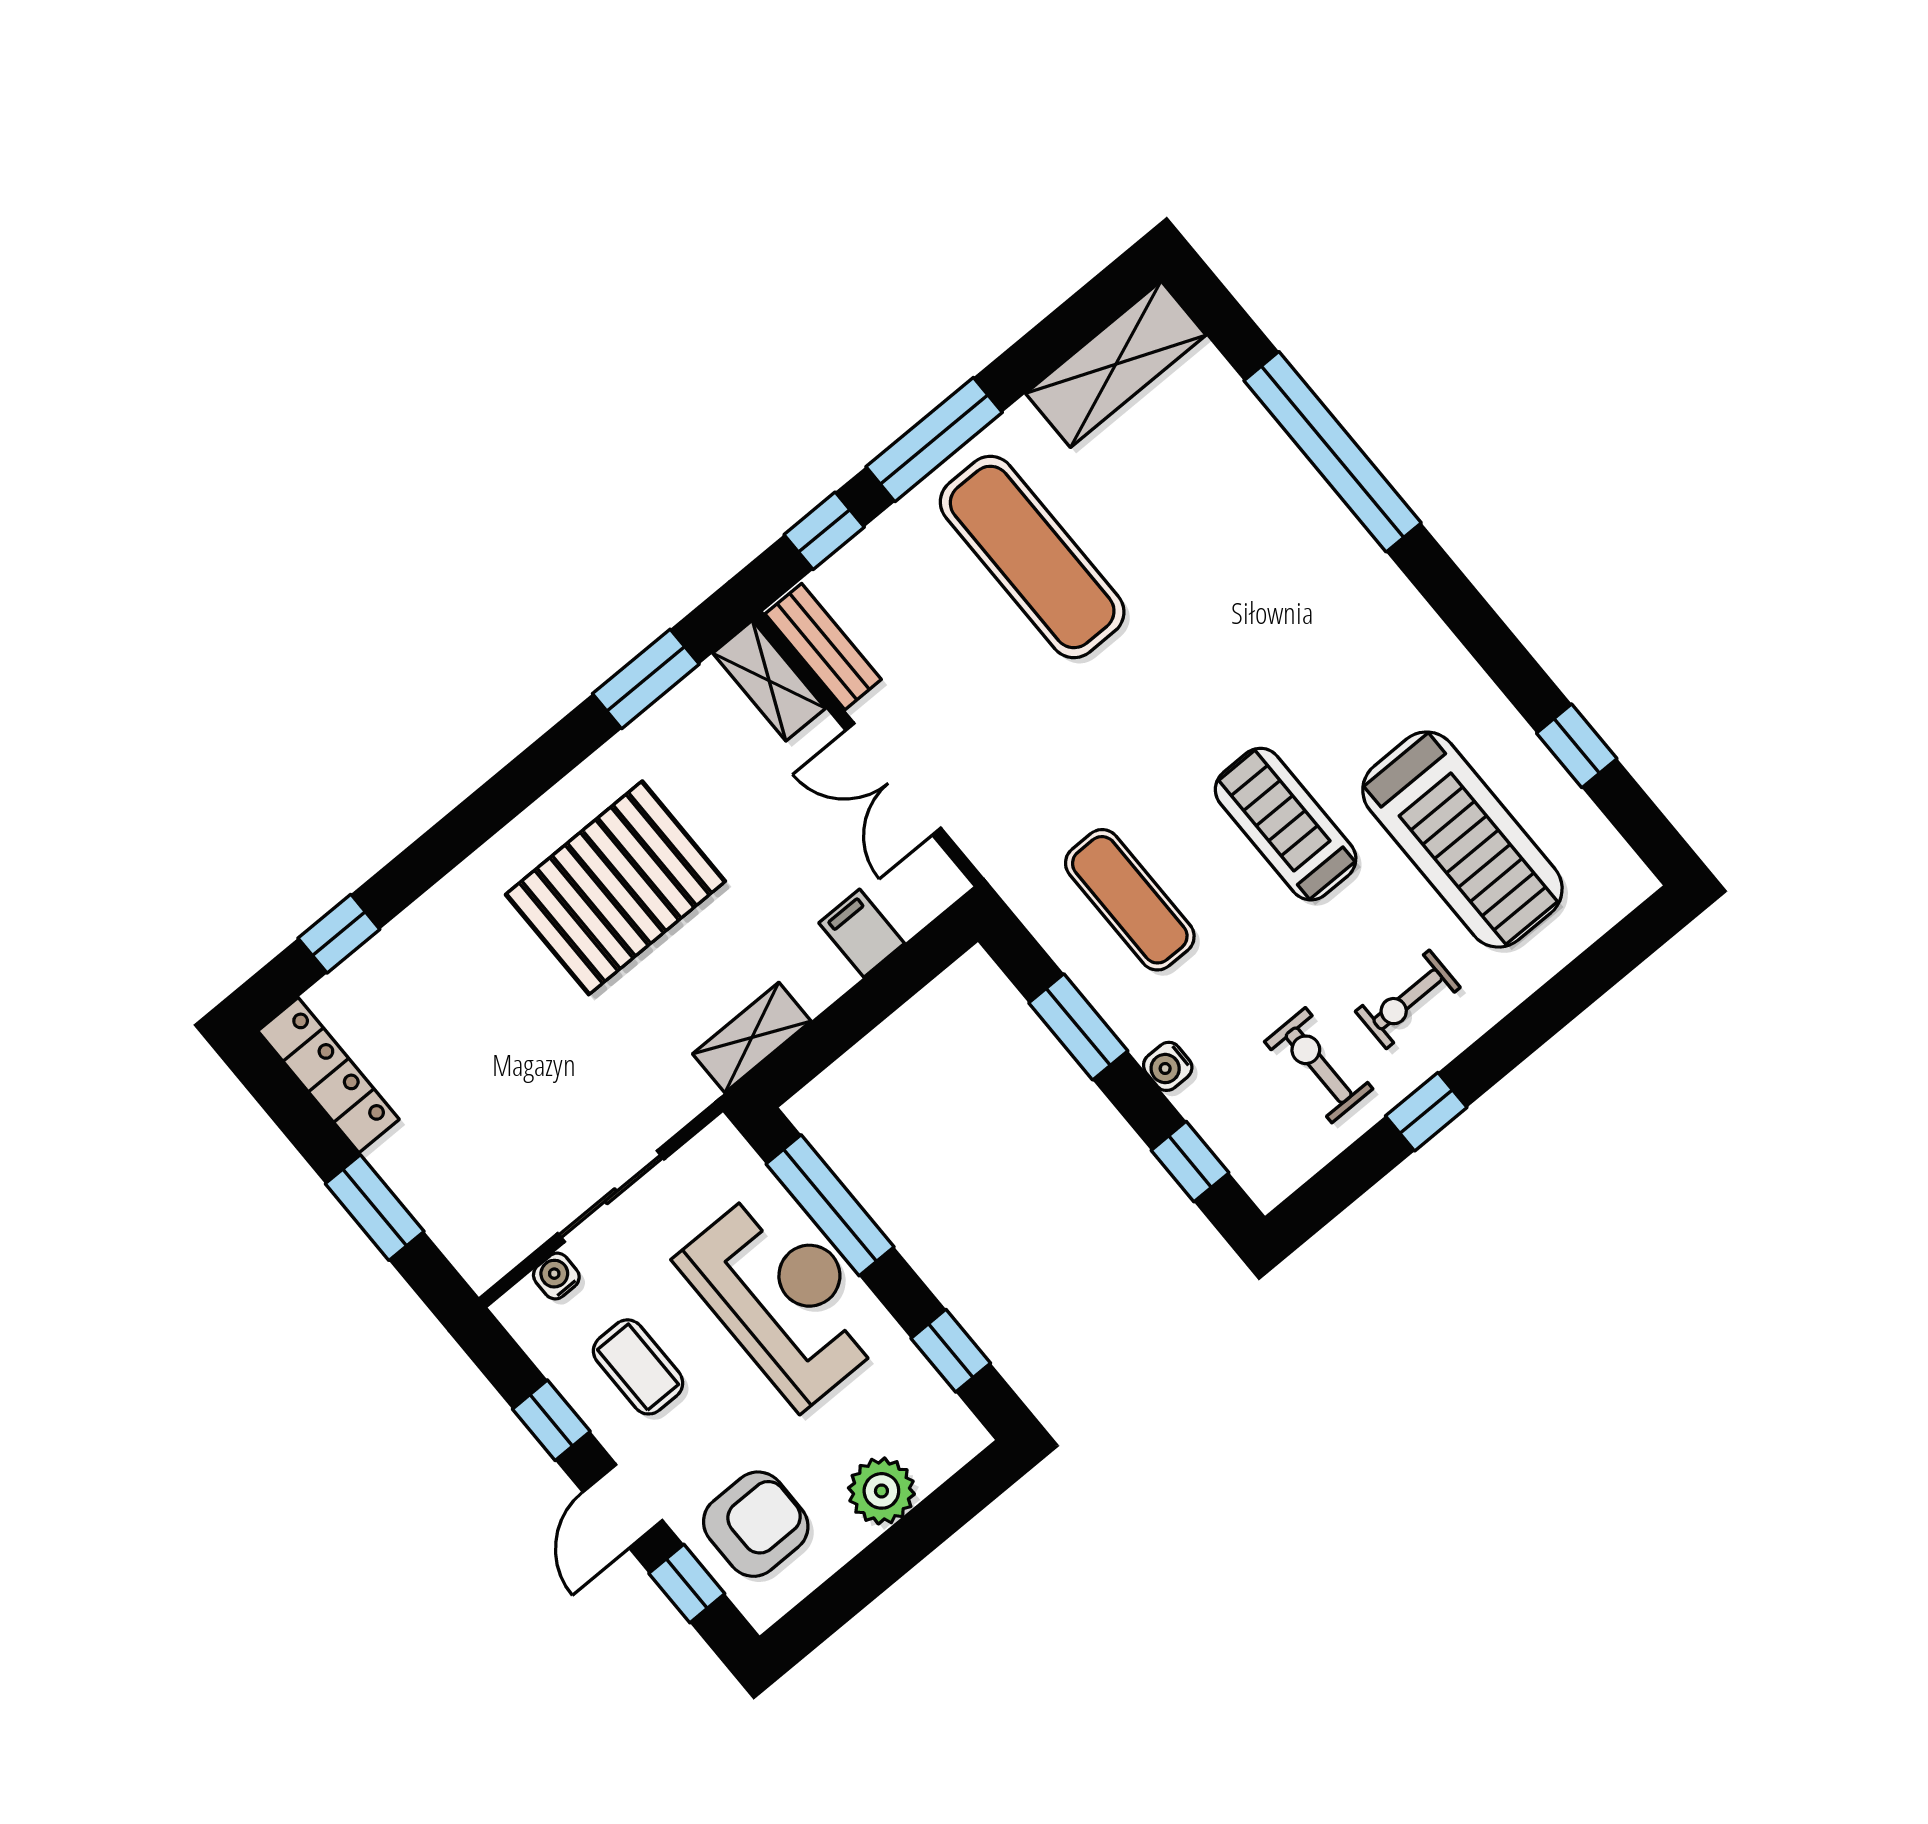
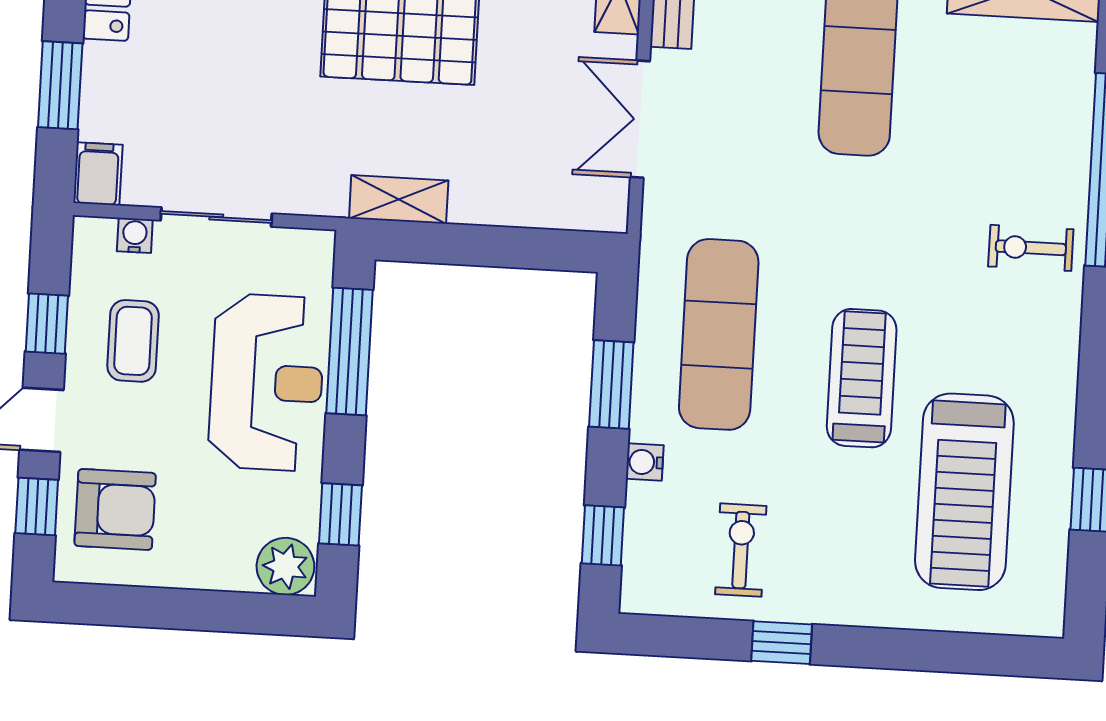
exercise mat: (1130, 900) -> (719, 334), width x1.36, depth x1.45
filing cabinet: (862, 933) -> (98, 174), moved
exercise bike: (1408, 999) -> (1031, 248), moved
plant: (881, 1491) -> (285, 566), moved

